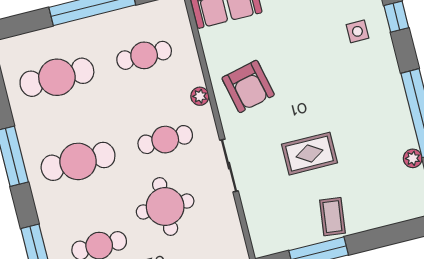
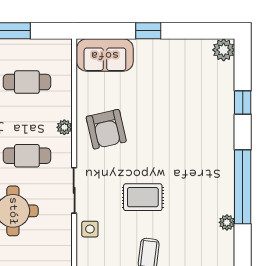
side table: (357, 31) -> (90, 229), moved

